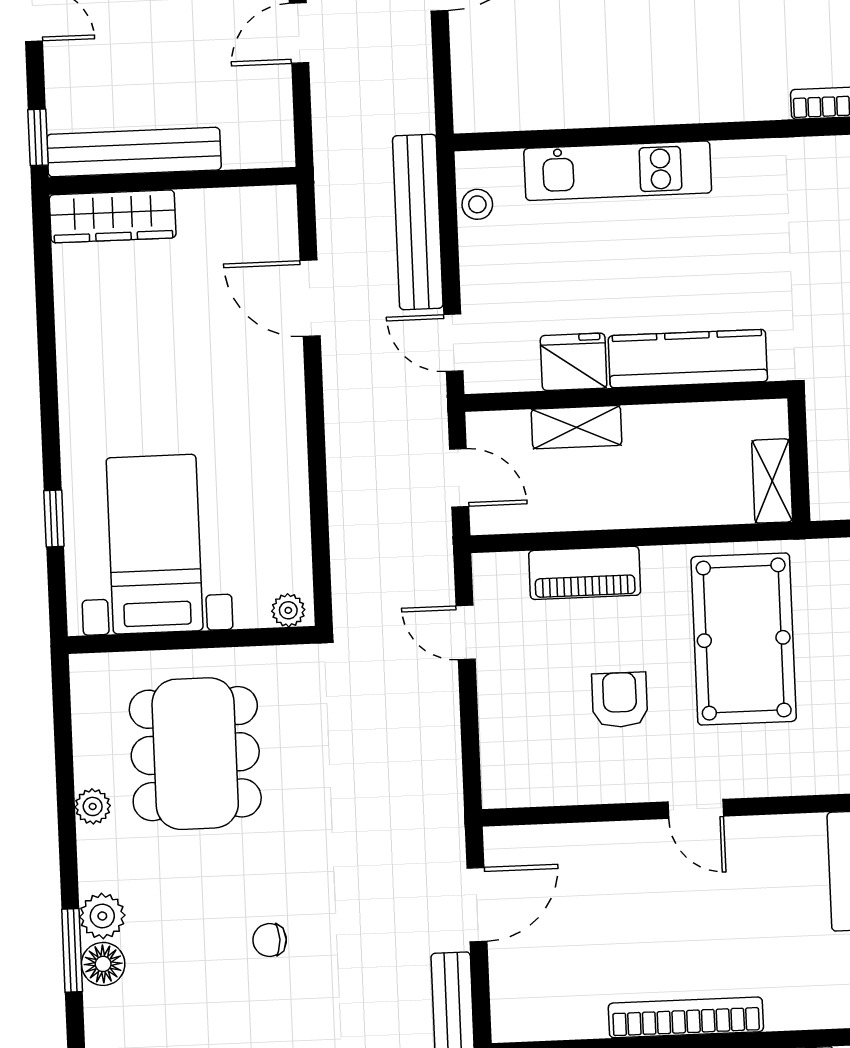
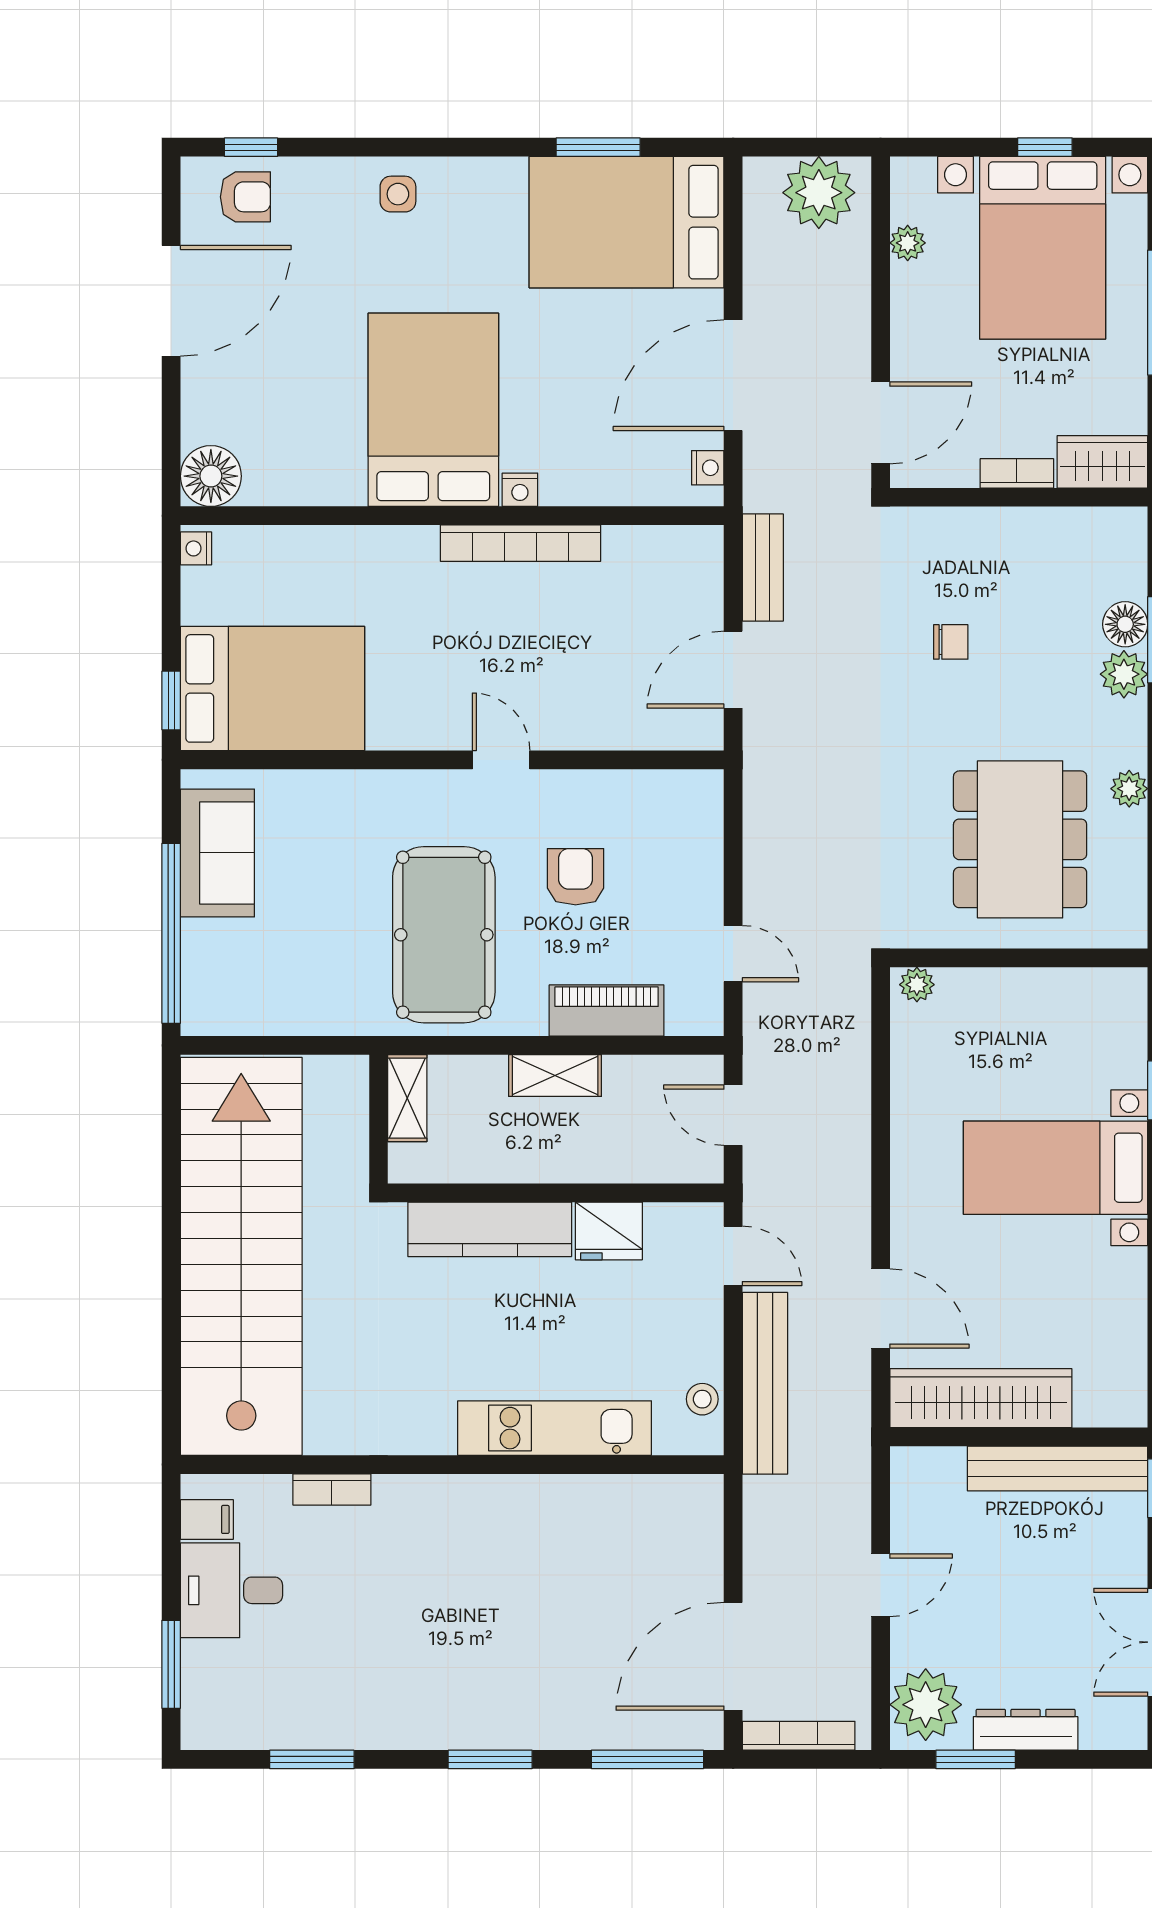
wardrobe: (113, 216) -> (981, 1398), moved, width x1.40, depth x1.17
shelving: (577, 427) -> (555, 1076), moved
bed with nightstands: (155, 544) -> (1056, 1168), moved, turned 90
armchair: (620, 700) -> (576, 877), turned 180

